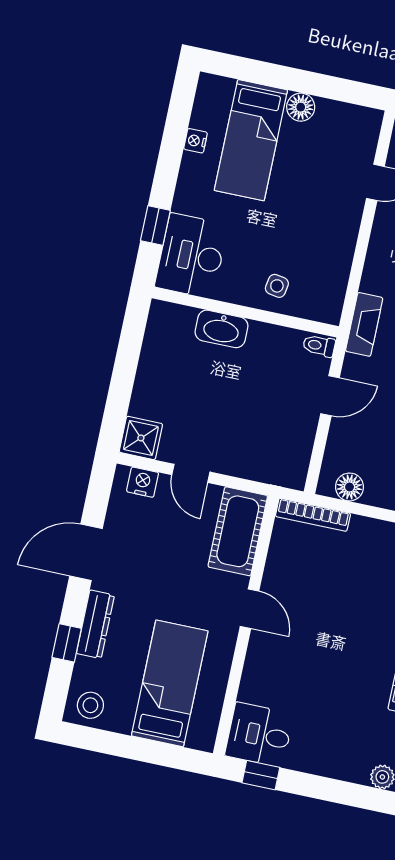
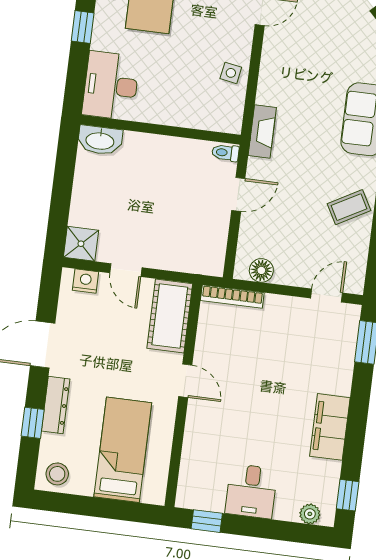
window: (155, 225) -> (83, 27), moved
side table: (277, 286) -> (231, 73), moved
washbasin: (221, 329) -> (100, 140), moved
desk: (259, 735) -> (251, 491), moved, turned -90

